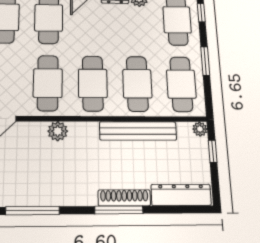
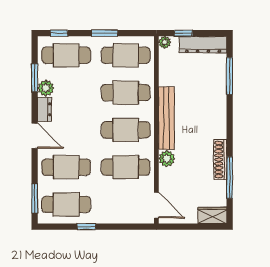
bench: (138, 131) -> (166, 118), moved
dresser: (181, 195) -> (203, 45), moved, turned -90
shoe rack: (124, 198) -> (220, 160), moved
window: (119, 210) -> (230, 76), moved

